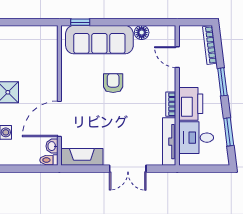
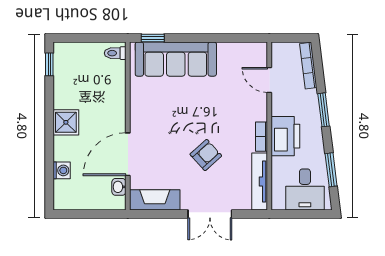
floor lamp: (142, 33) -> (227, 50), removed
armchair: (113, 83) -> (206, 155), moved, turned 48
desk: (196, 138) -> (305, 189), moved, turned -90
toilet: (49, 160) -> (115, 53), moved

